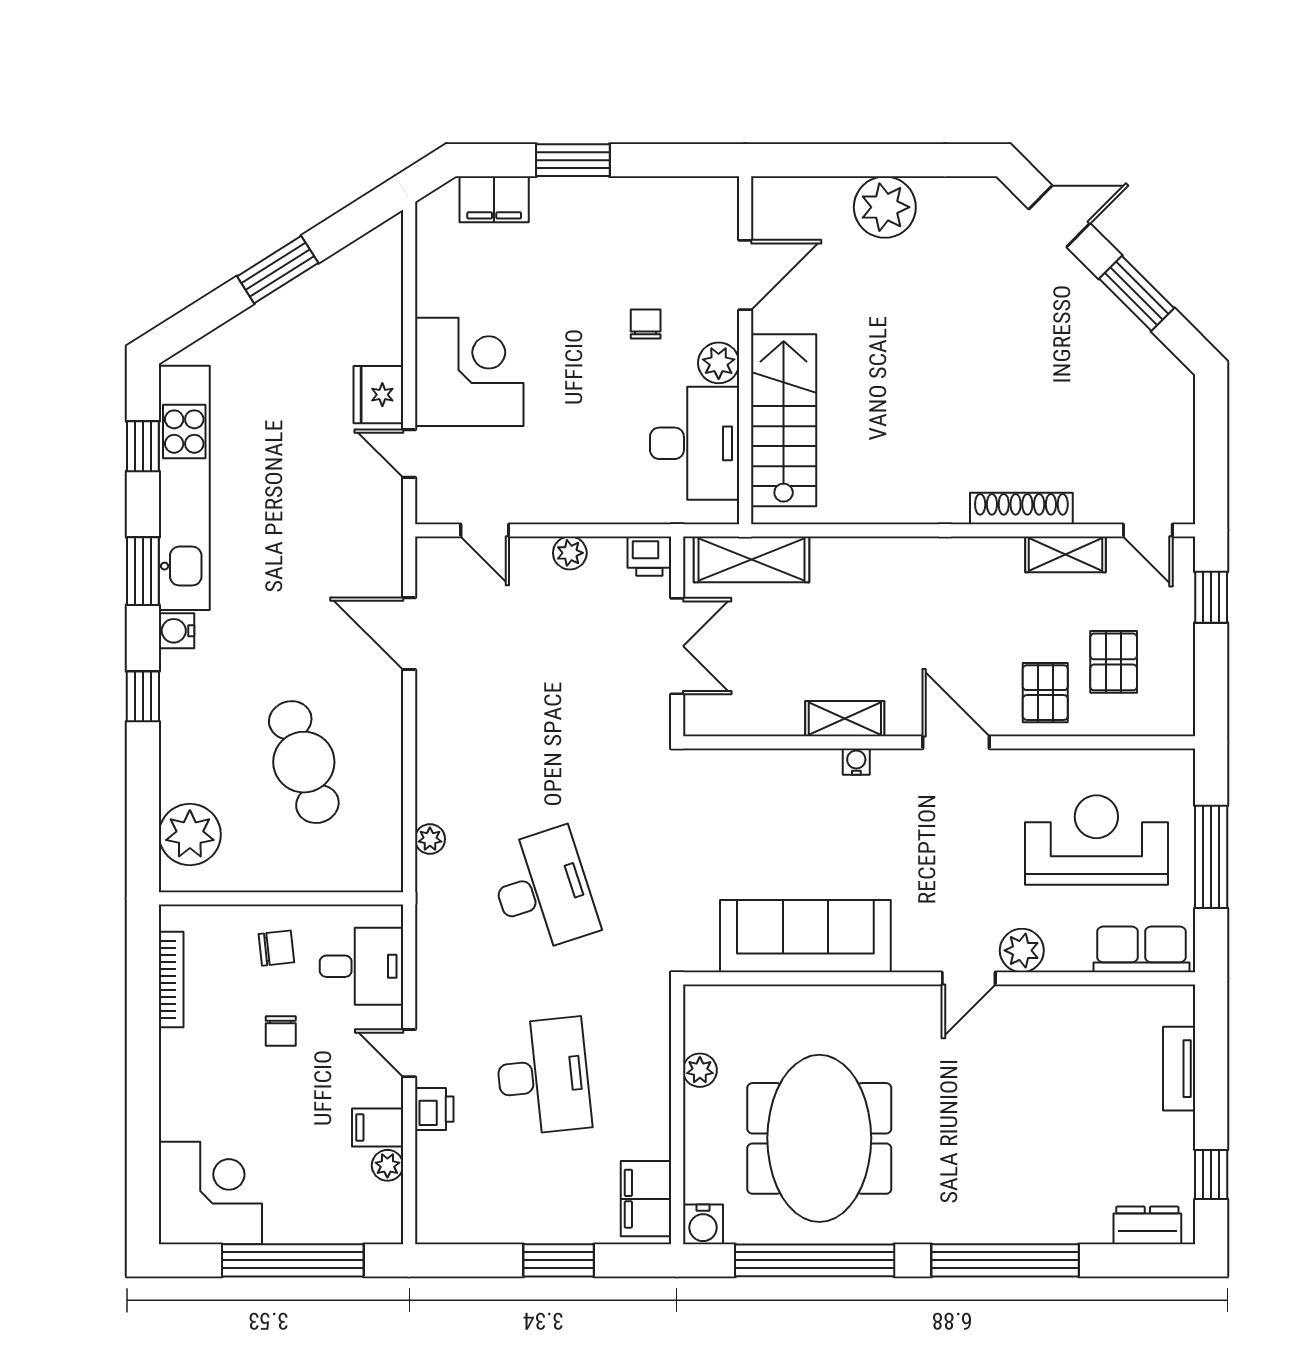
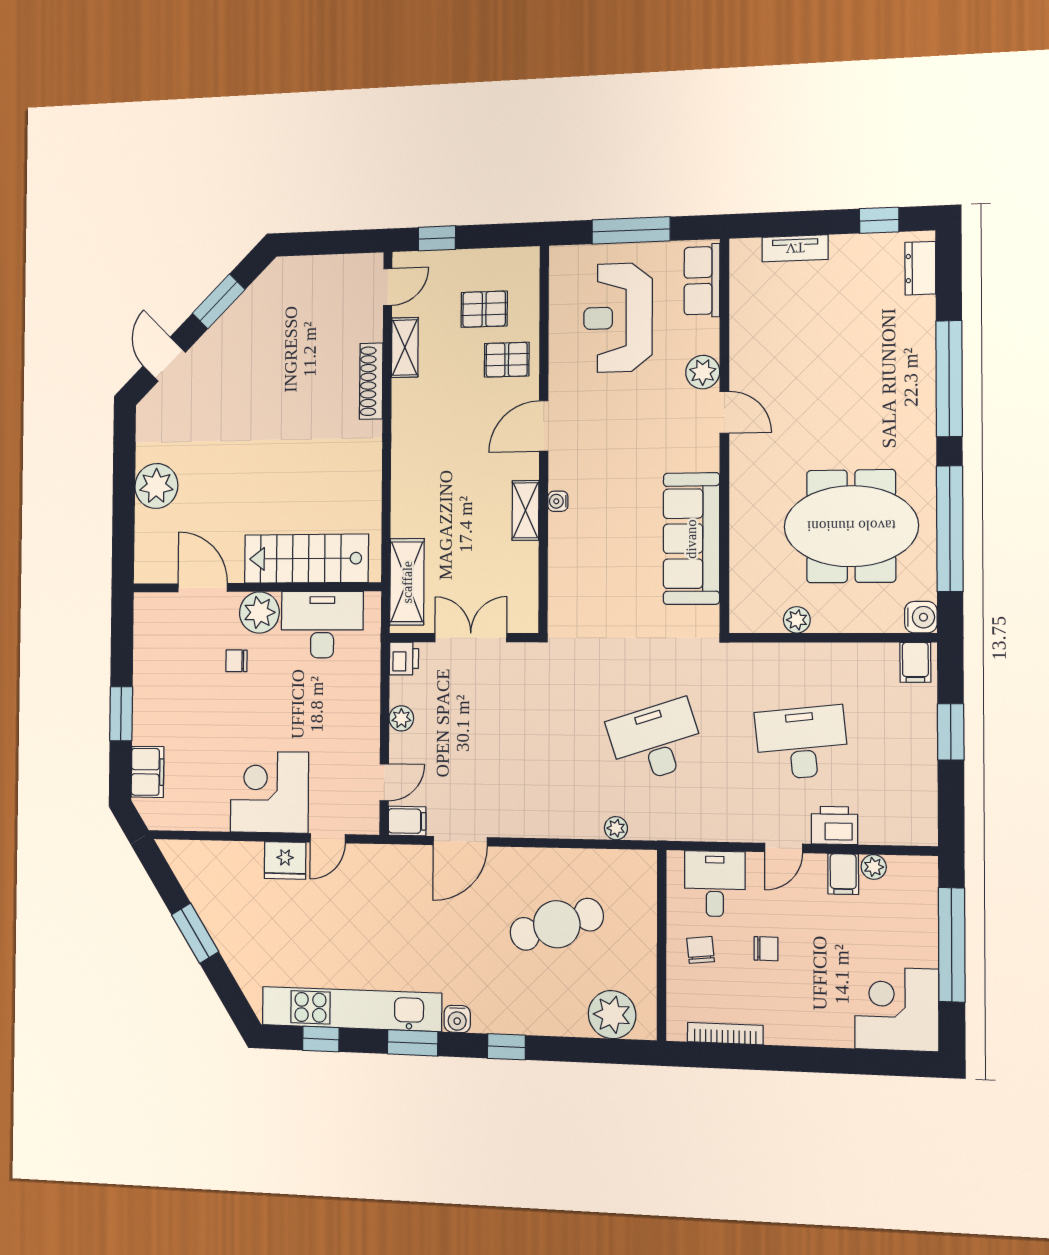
plant: (719, 363) -> (259, 612), width x1.36, depth x1.36
filing cabinet: (434, 562) -> (407, 821), added
printer: (434, 1109) -> (834, 825), width x1.36, depth x1.24
filing cabinet: (646, 1199) -> (915, 662), width x0.50

